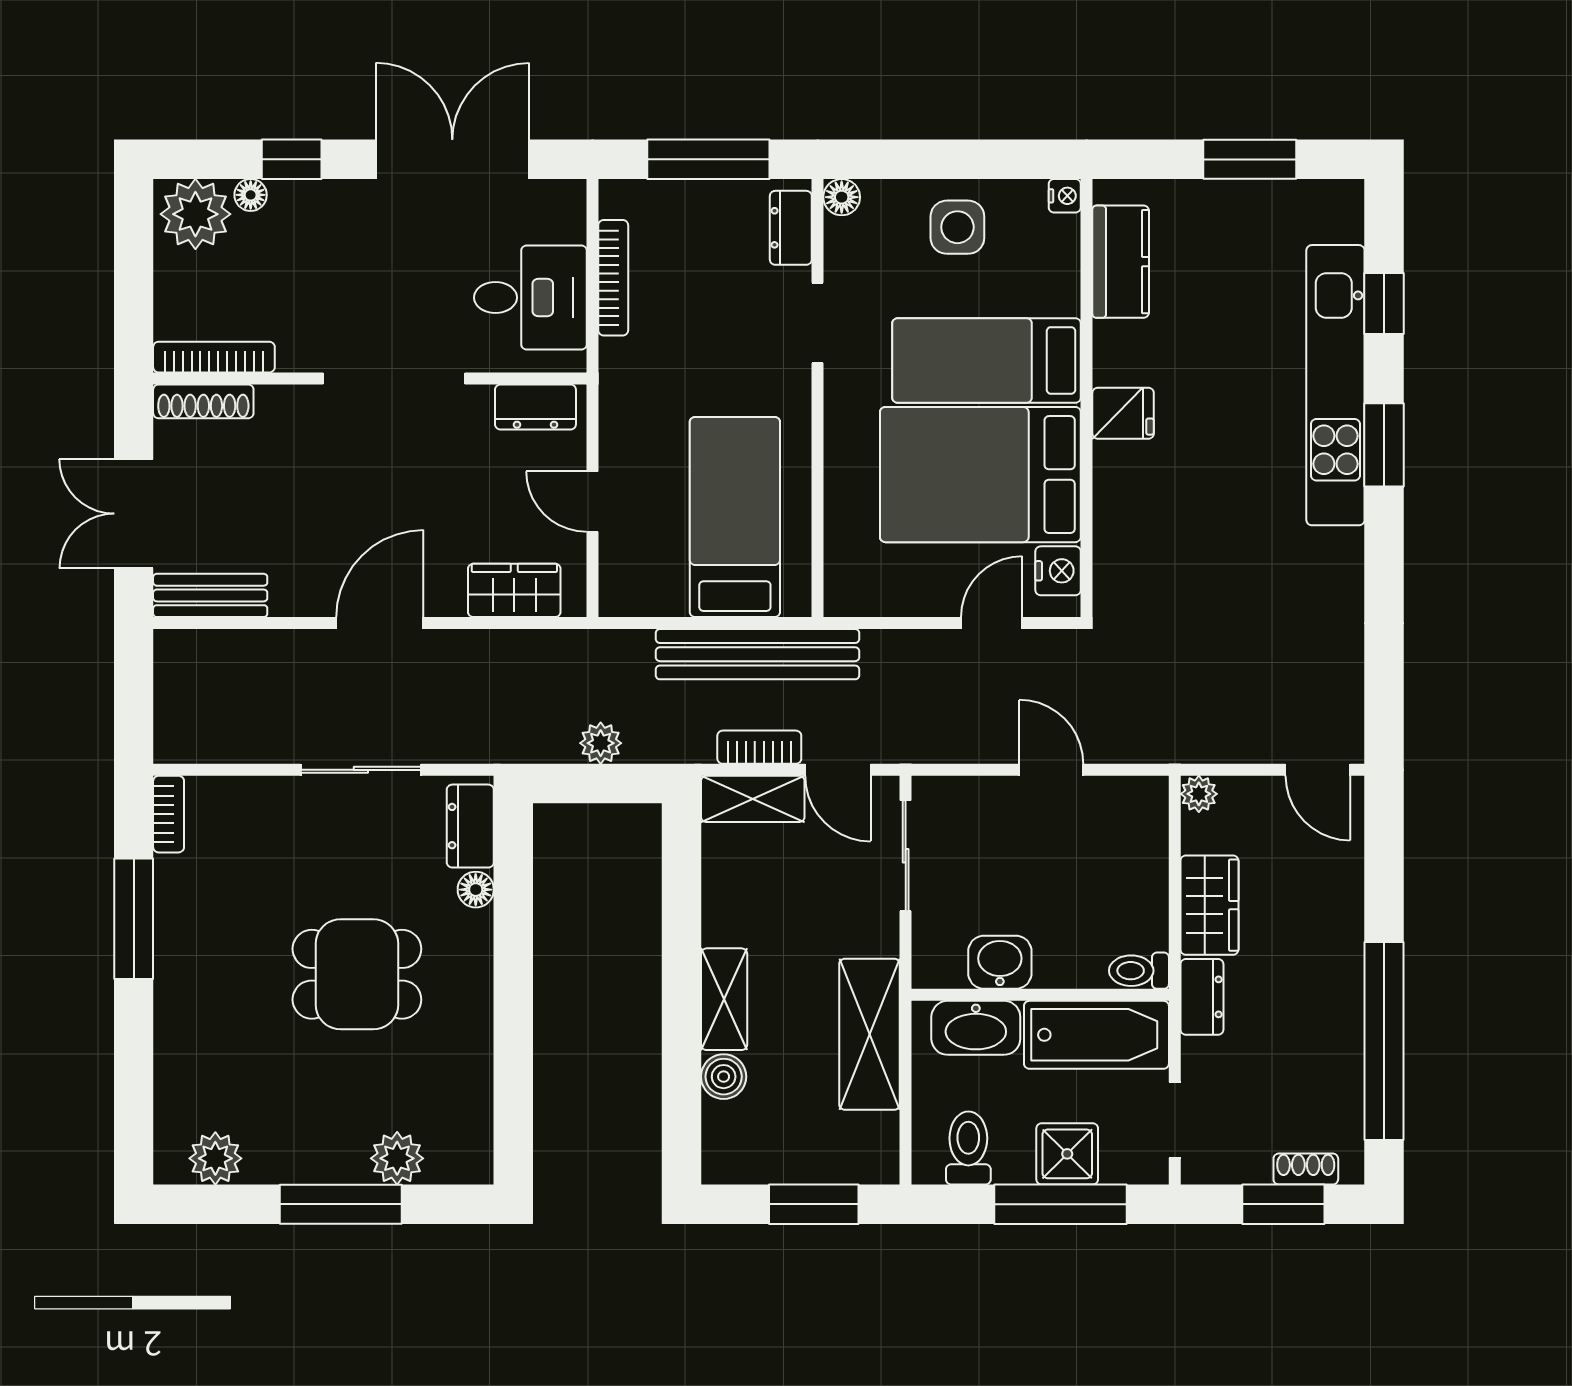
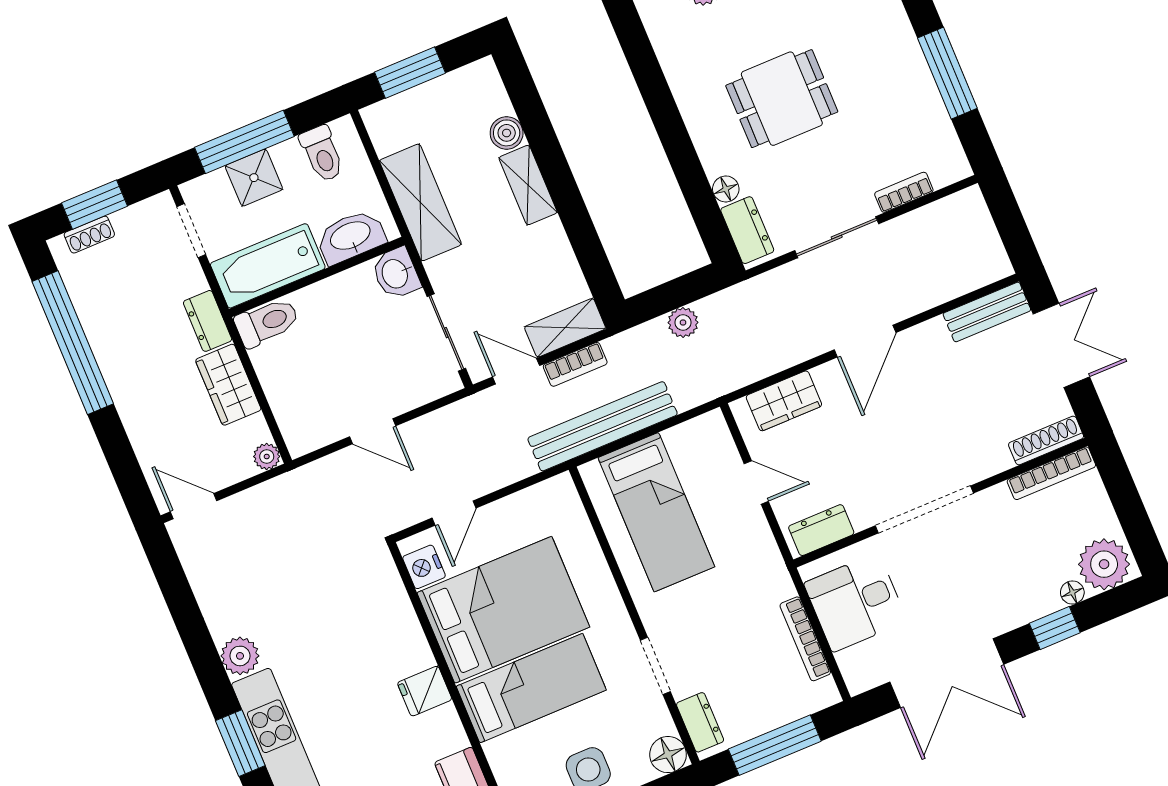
floor lamp: (842, 197) -> (668, 755), width x1.37, depth x1.37
plant: (1338, 556) -> (240, 656), added
bookcase: (169, 814) -> (904, 192), moved, turned 90
washbasin: (1000, 962) -> (396, 273), moved, turned 90
toilet: (1139, 971) -> (267, 322), width x1.37, depth x1.39

